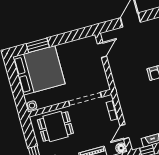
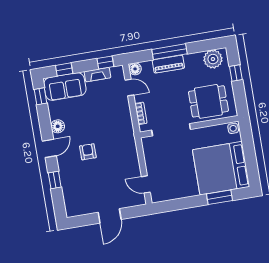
door: (102, 50) -> (146, 184), hinge flipped
door: (124, 132) -> (129, 88), hinge flipped

